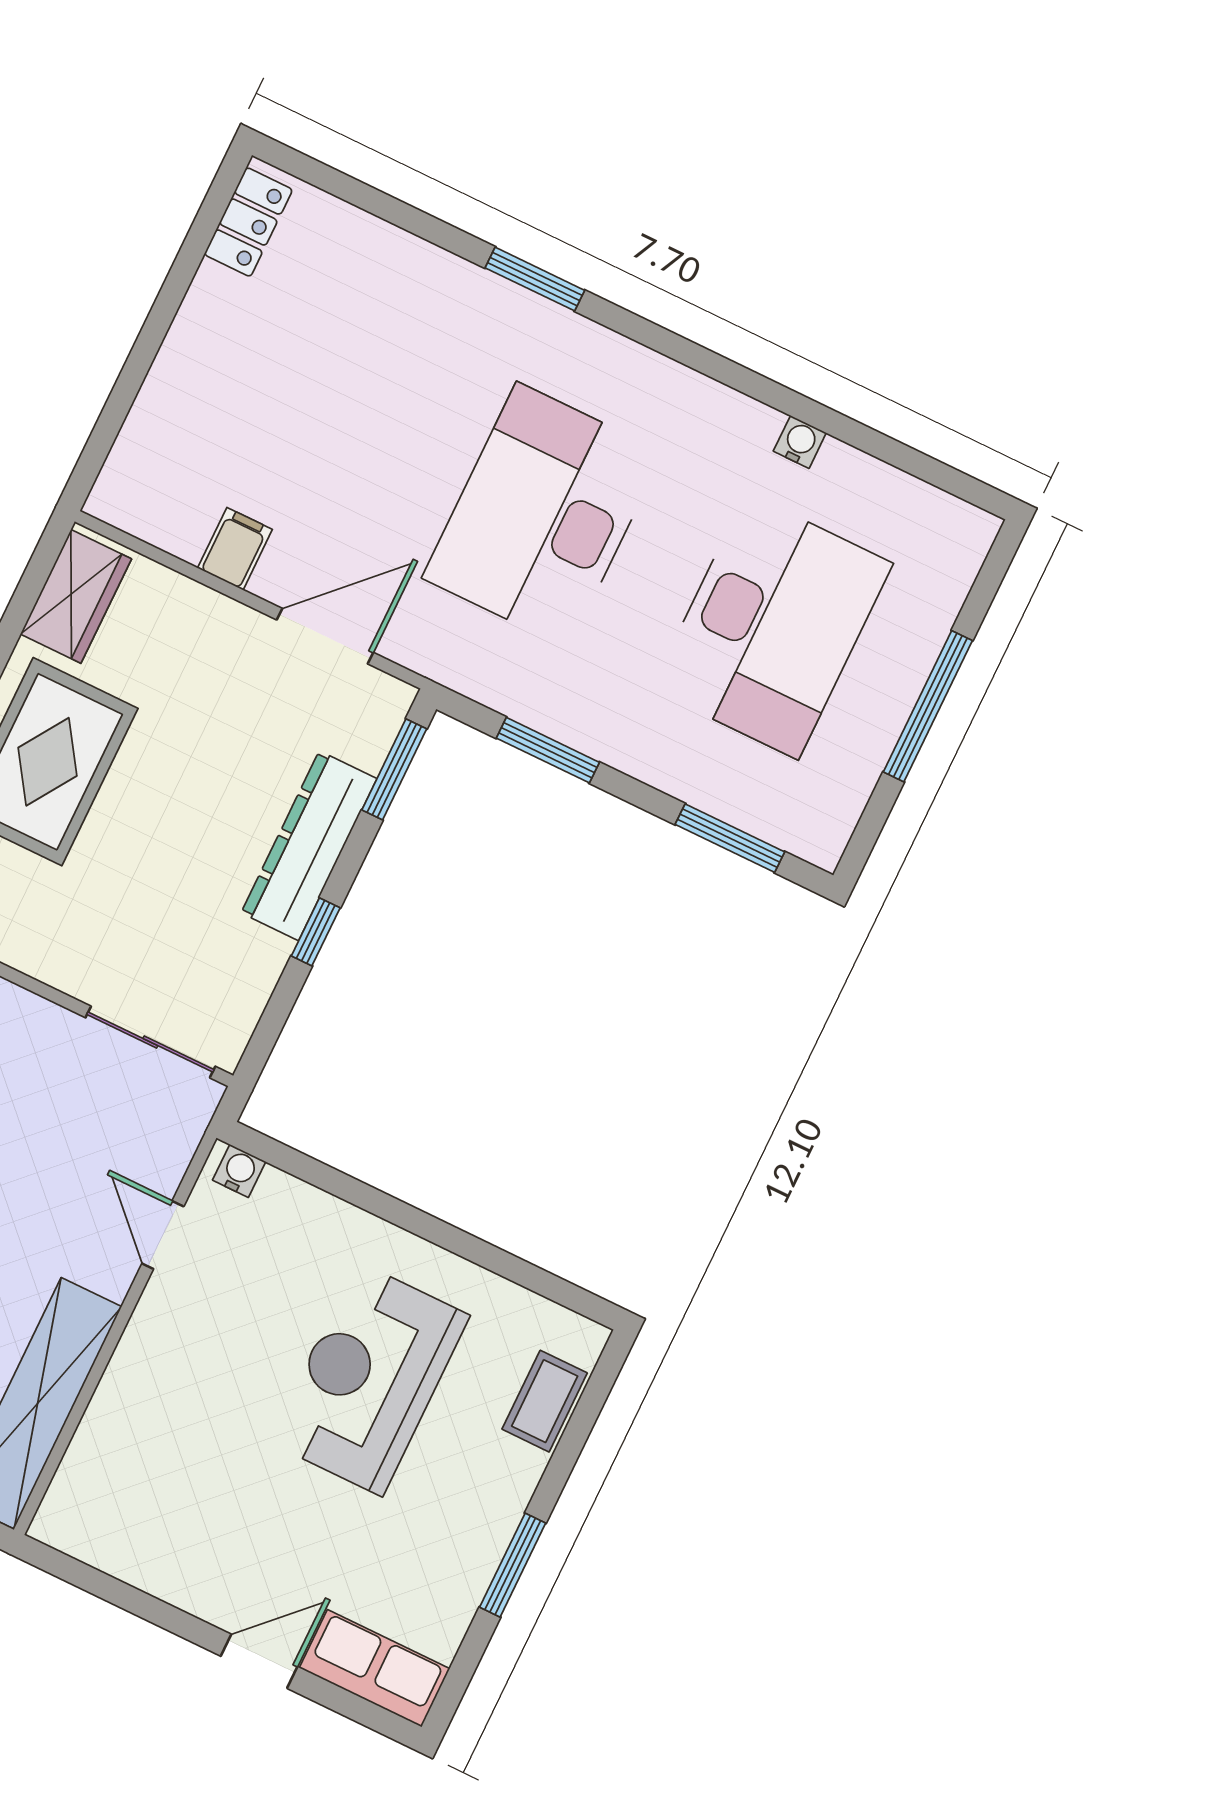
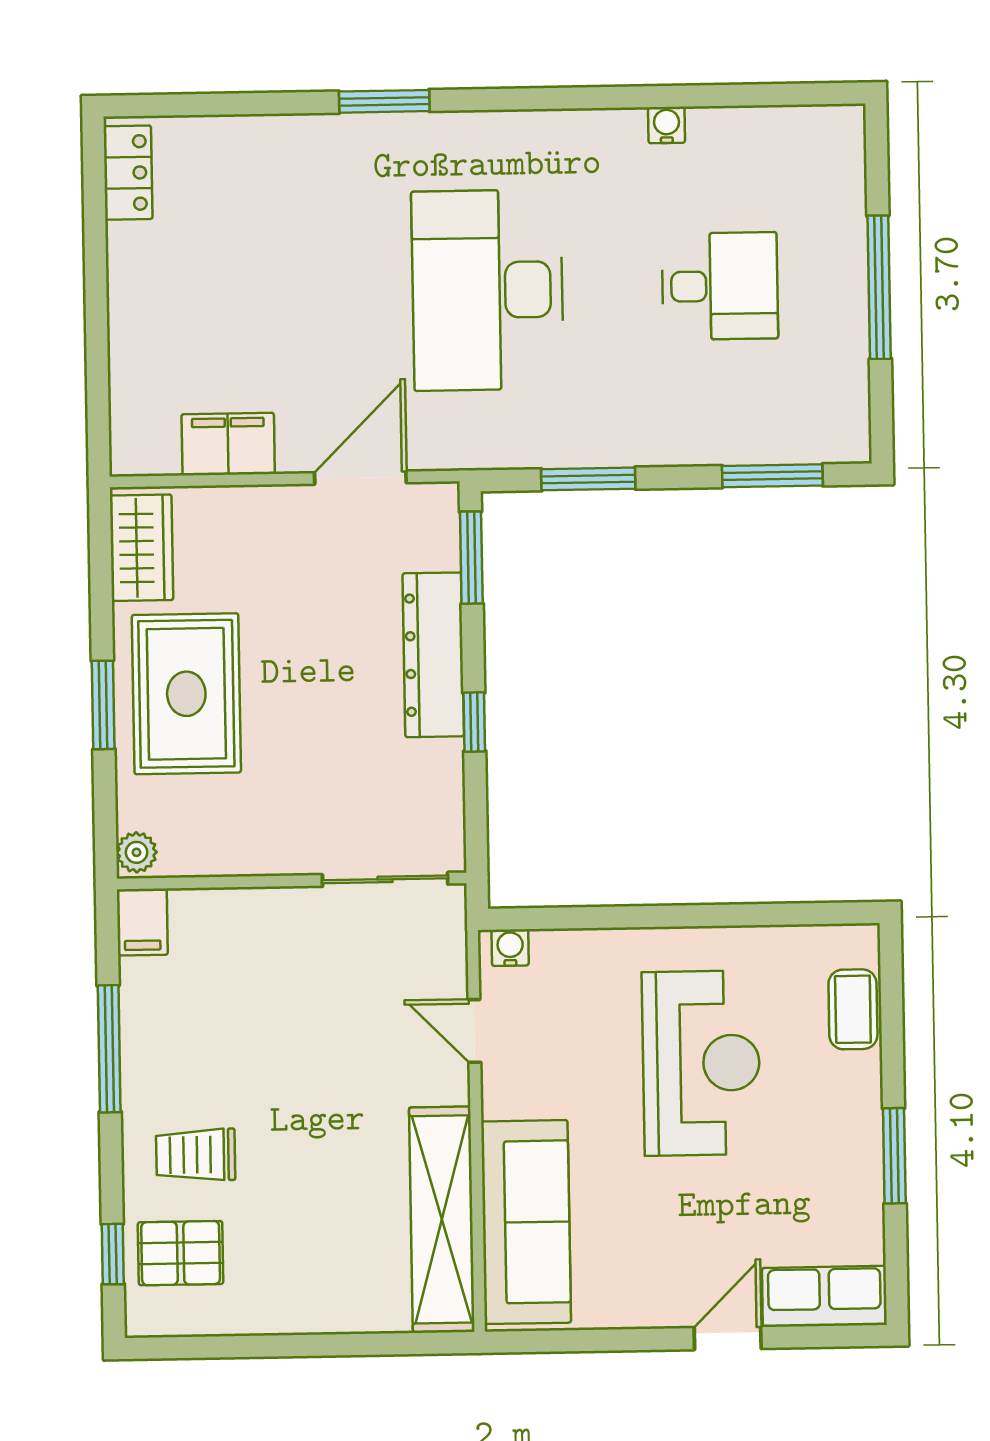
filing cabinet: (235, 549) -> (228, 444), width x2.00
desk: (772, 626) -> (720, 286), width x0.53, depth x0.77
reception desk: (369, 1379) -> (701, 1063), turned 180
sofa: (119, 1448) -> (526, 1222), added

